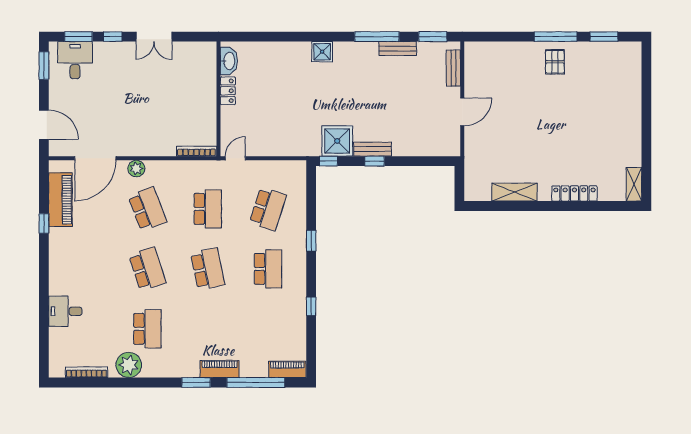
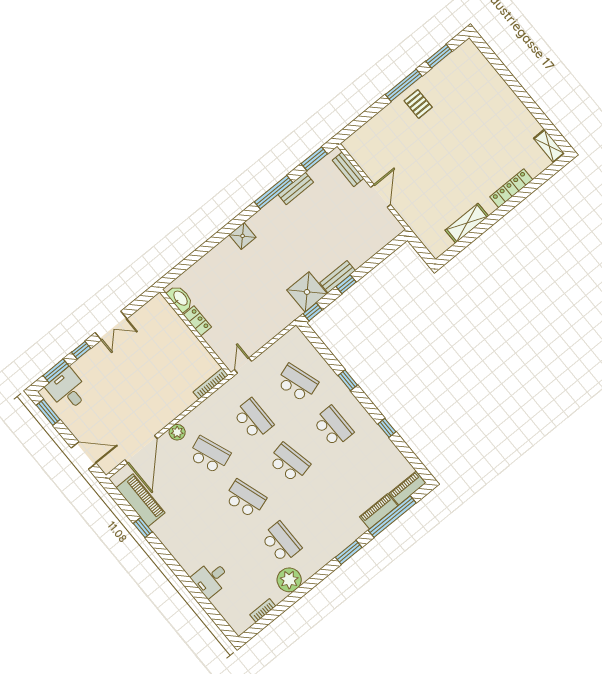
school desk: (268, 209) -> (297, 383), turned -36
piano: (220, 369) -> (379, 511), moved
bookcase: (86, 372) -> (263, 610), width x0.64

